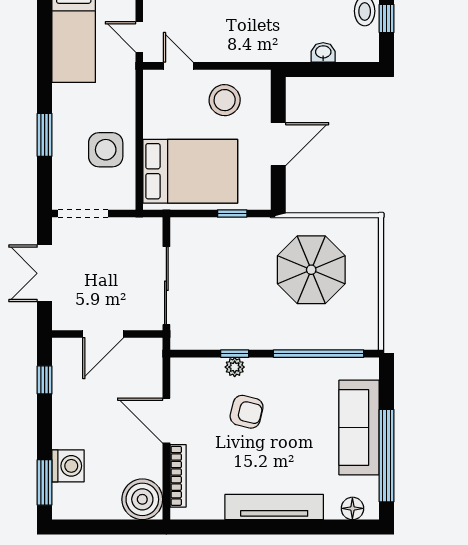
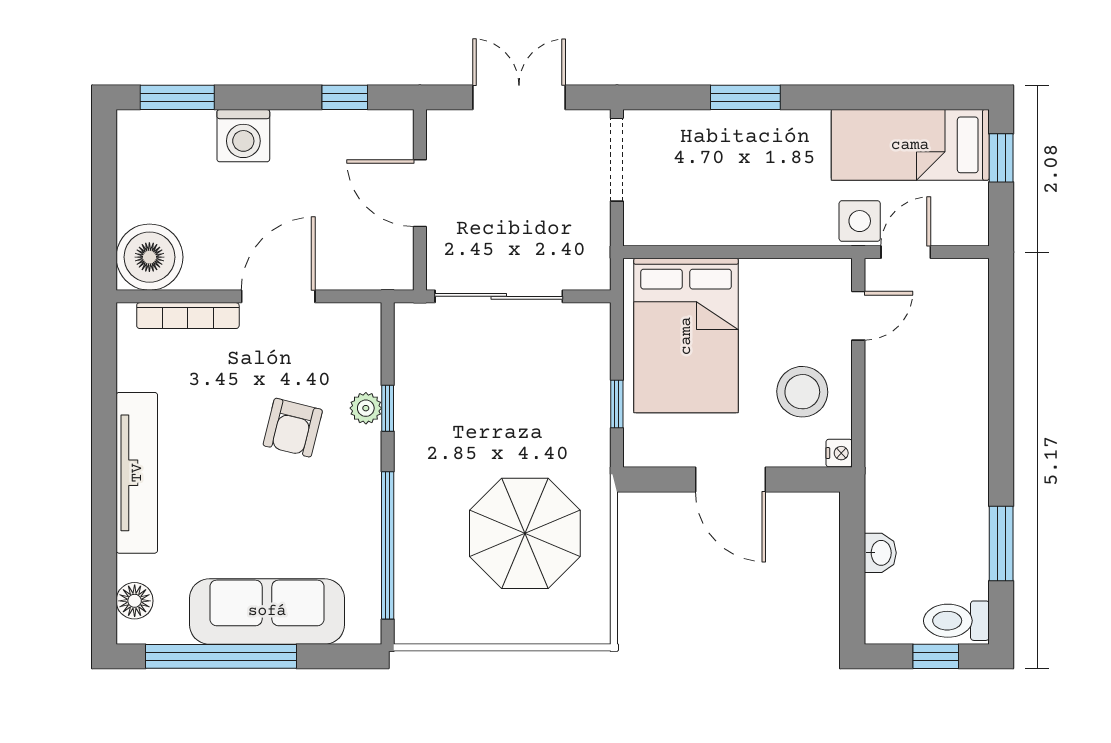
nightstand: (262, 78) -> (839, 453), added
side table: (106, 150) -> (860, 221), moved, width x0.73, depth x0.73
washing machine: (68, 466) -> (243, 136), moved

